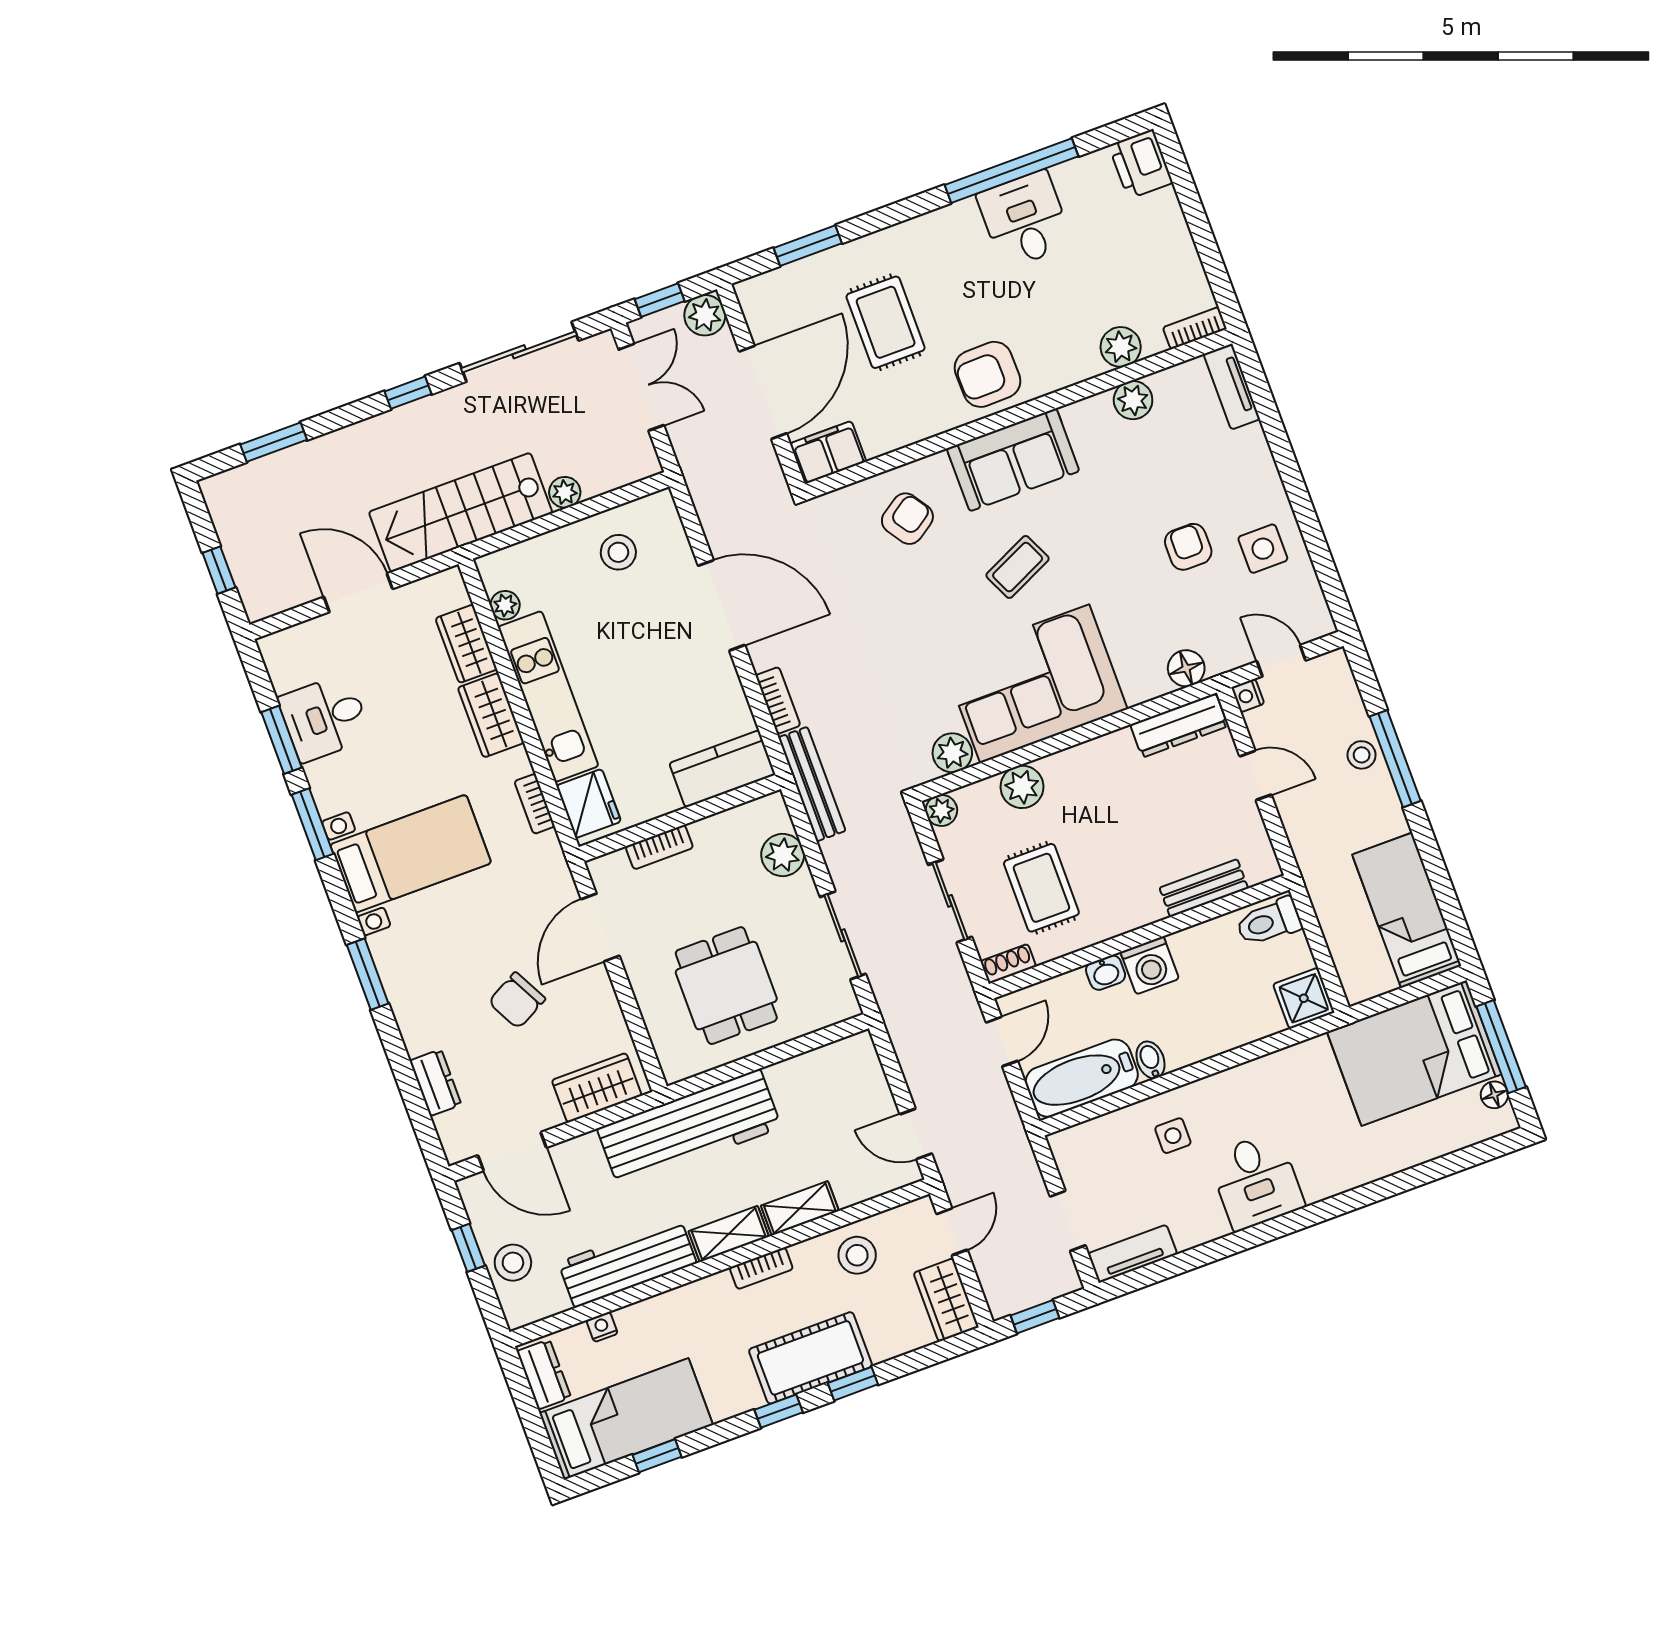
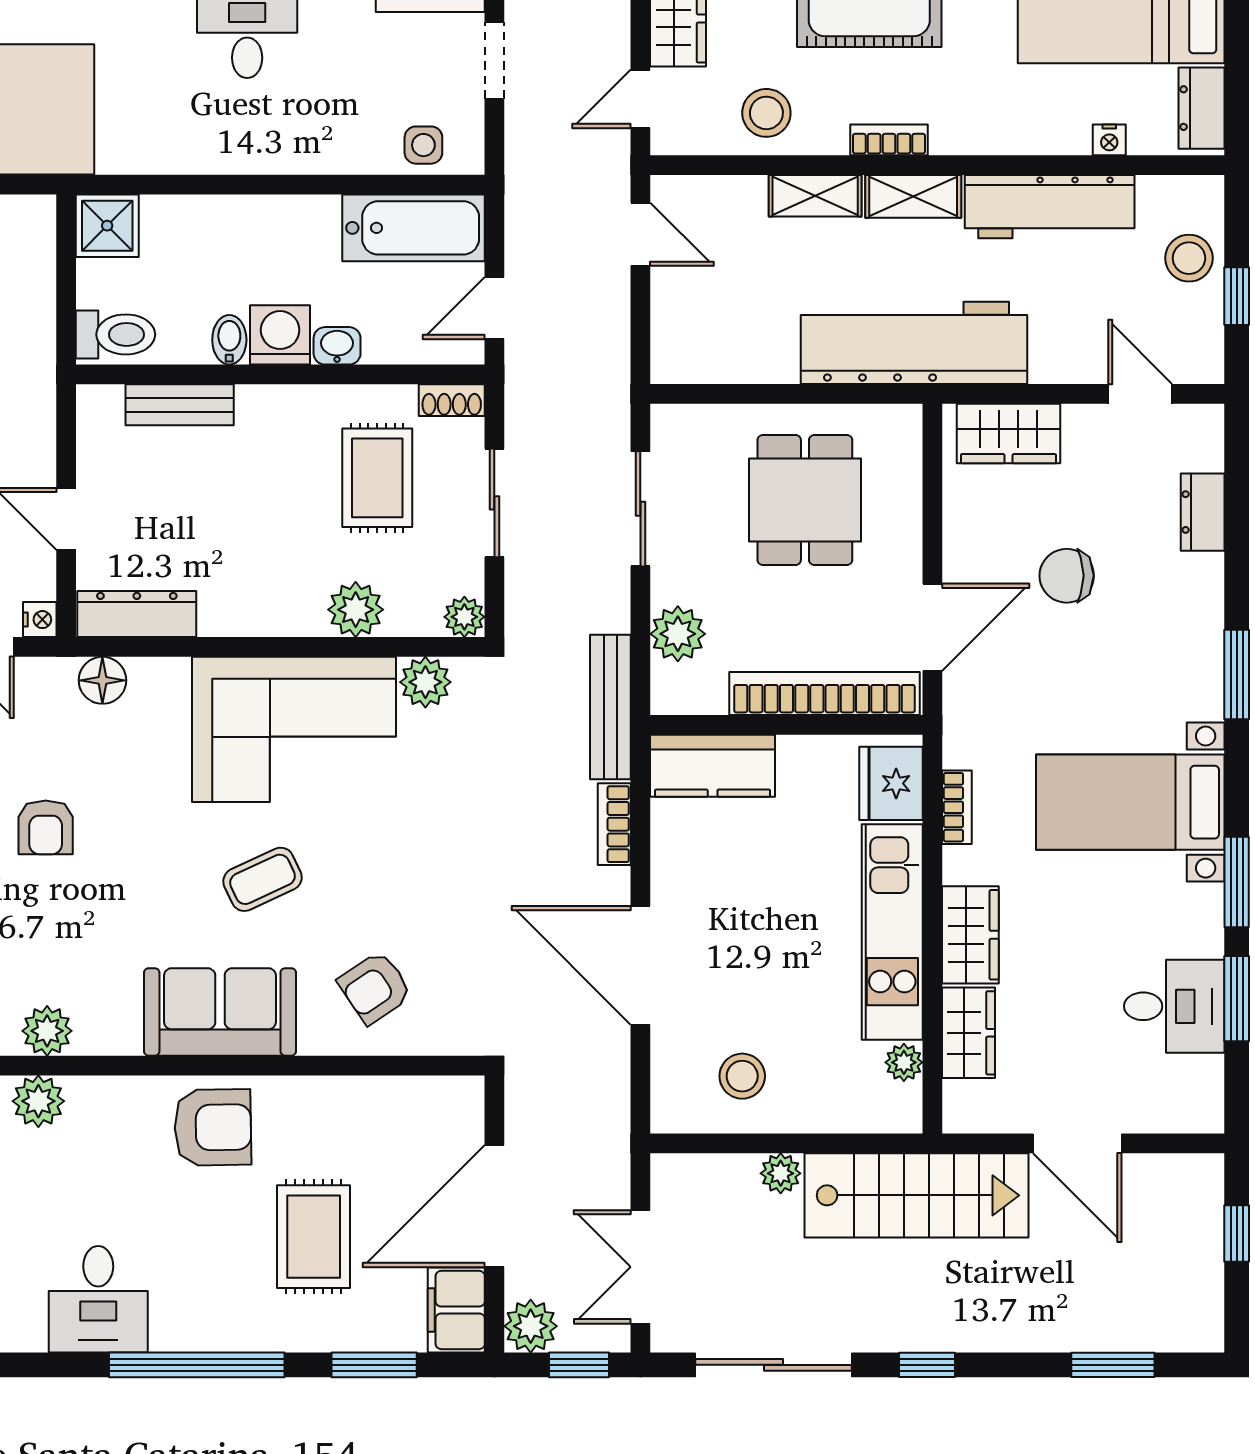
window: (1011, 171) -> (197, 1365), moved
filing cabinet: (828, 452) -> (456, 1310), moved, turned 90
bookcase: (659, 847) -> (824, 693), width x2.31, depth x1.31
chair: (517, 1000) -> (1067, 576), turned -152
bidet: (1151, 1060) -> (229, 340), moved, turned 180
side table: (1173, 1136) -> (423, 145), moved
door: (512, 1151) -> (1140, 394), width x0.73

